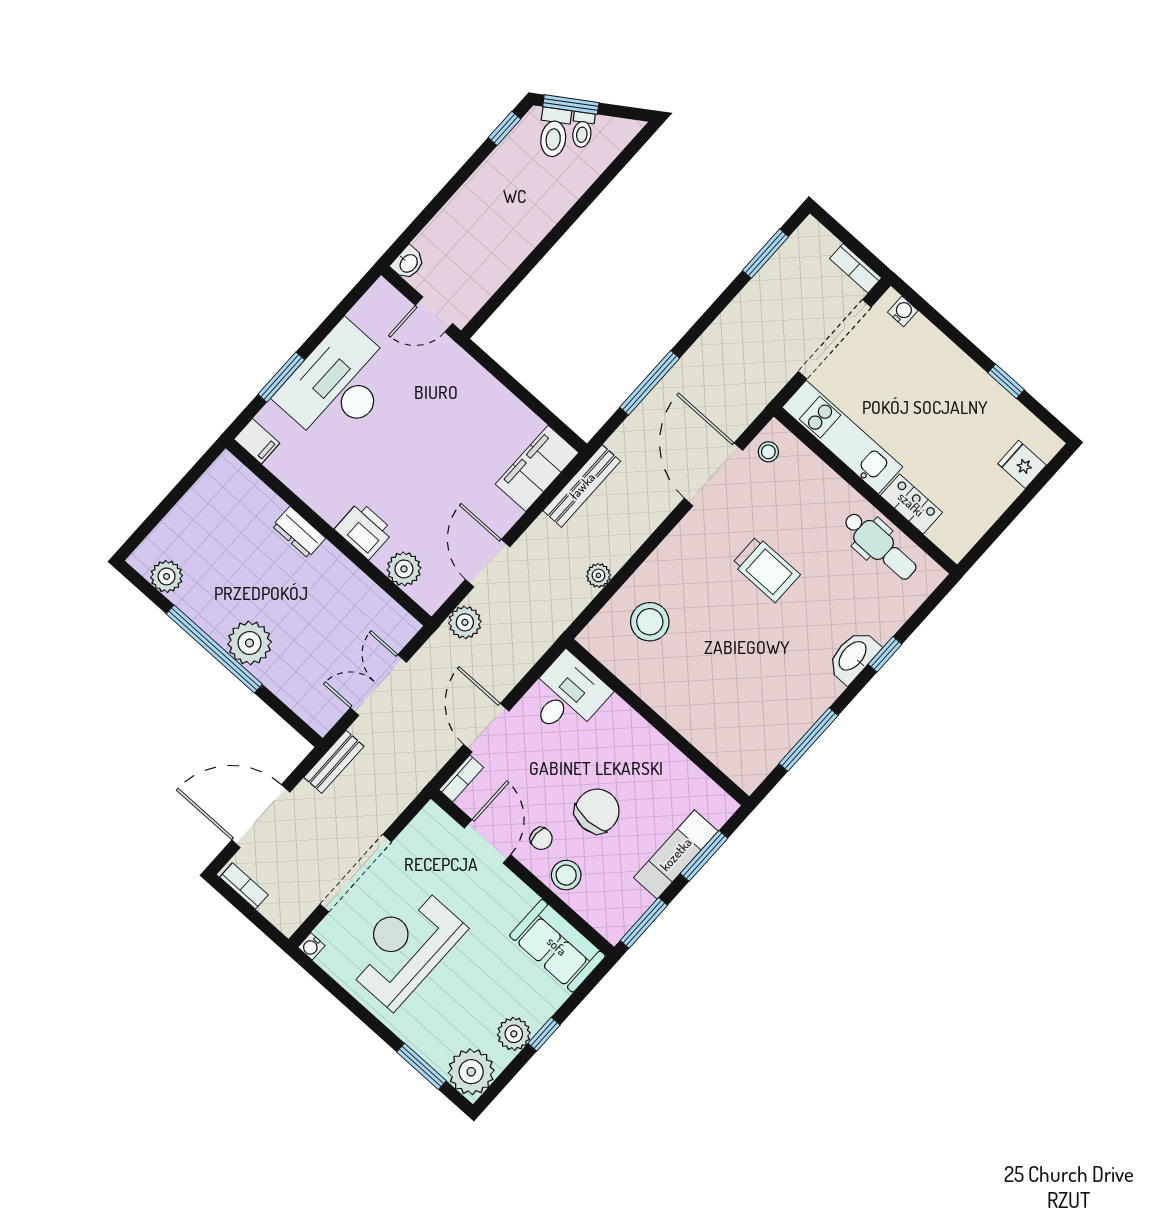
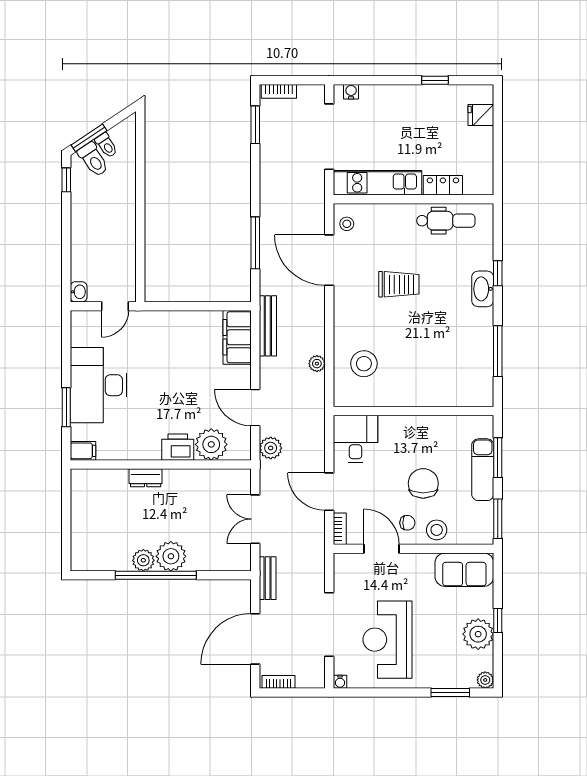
bookcase: (856, 268) -> (279, 91), moved
plant: (404, 569) -> (211, 444), width x1.36, depth x1.36
plant: (167, 576) -> (143, 560), moved
plant: (514, 1034) -> (478, 634), width x1.36, depth x1.36
plant: (471, 1072) -> (485, 680), width x0.53, depth x0.53

